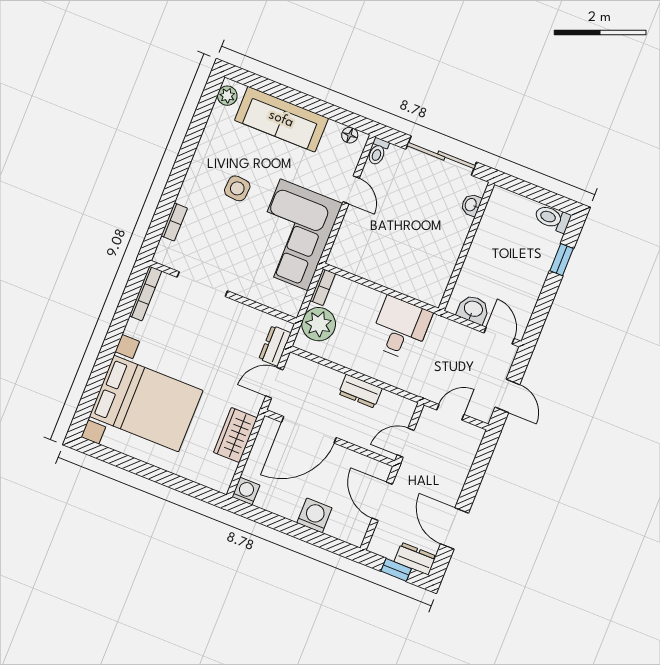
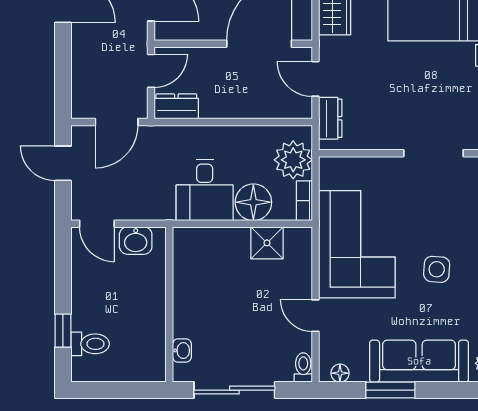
window: (314, 105) -> (390, 390), added
toilet: (552, 218) -> (90, 344), moved
shower: (367, 265) -> (267, 243), added
floor lamp: (365, 302) -> (253, 202), added
door: (274, 383) -> (315, 79), swing flipped
dresser: (360, 391) -> (176, 106), moved
door: (450, 412) -> (117, 122), width x1.38

